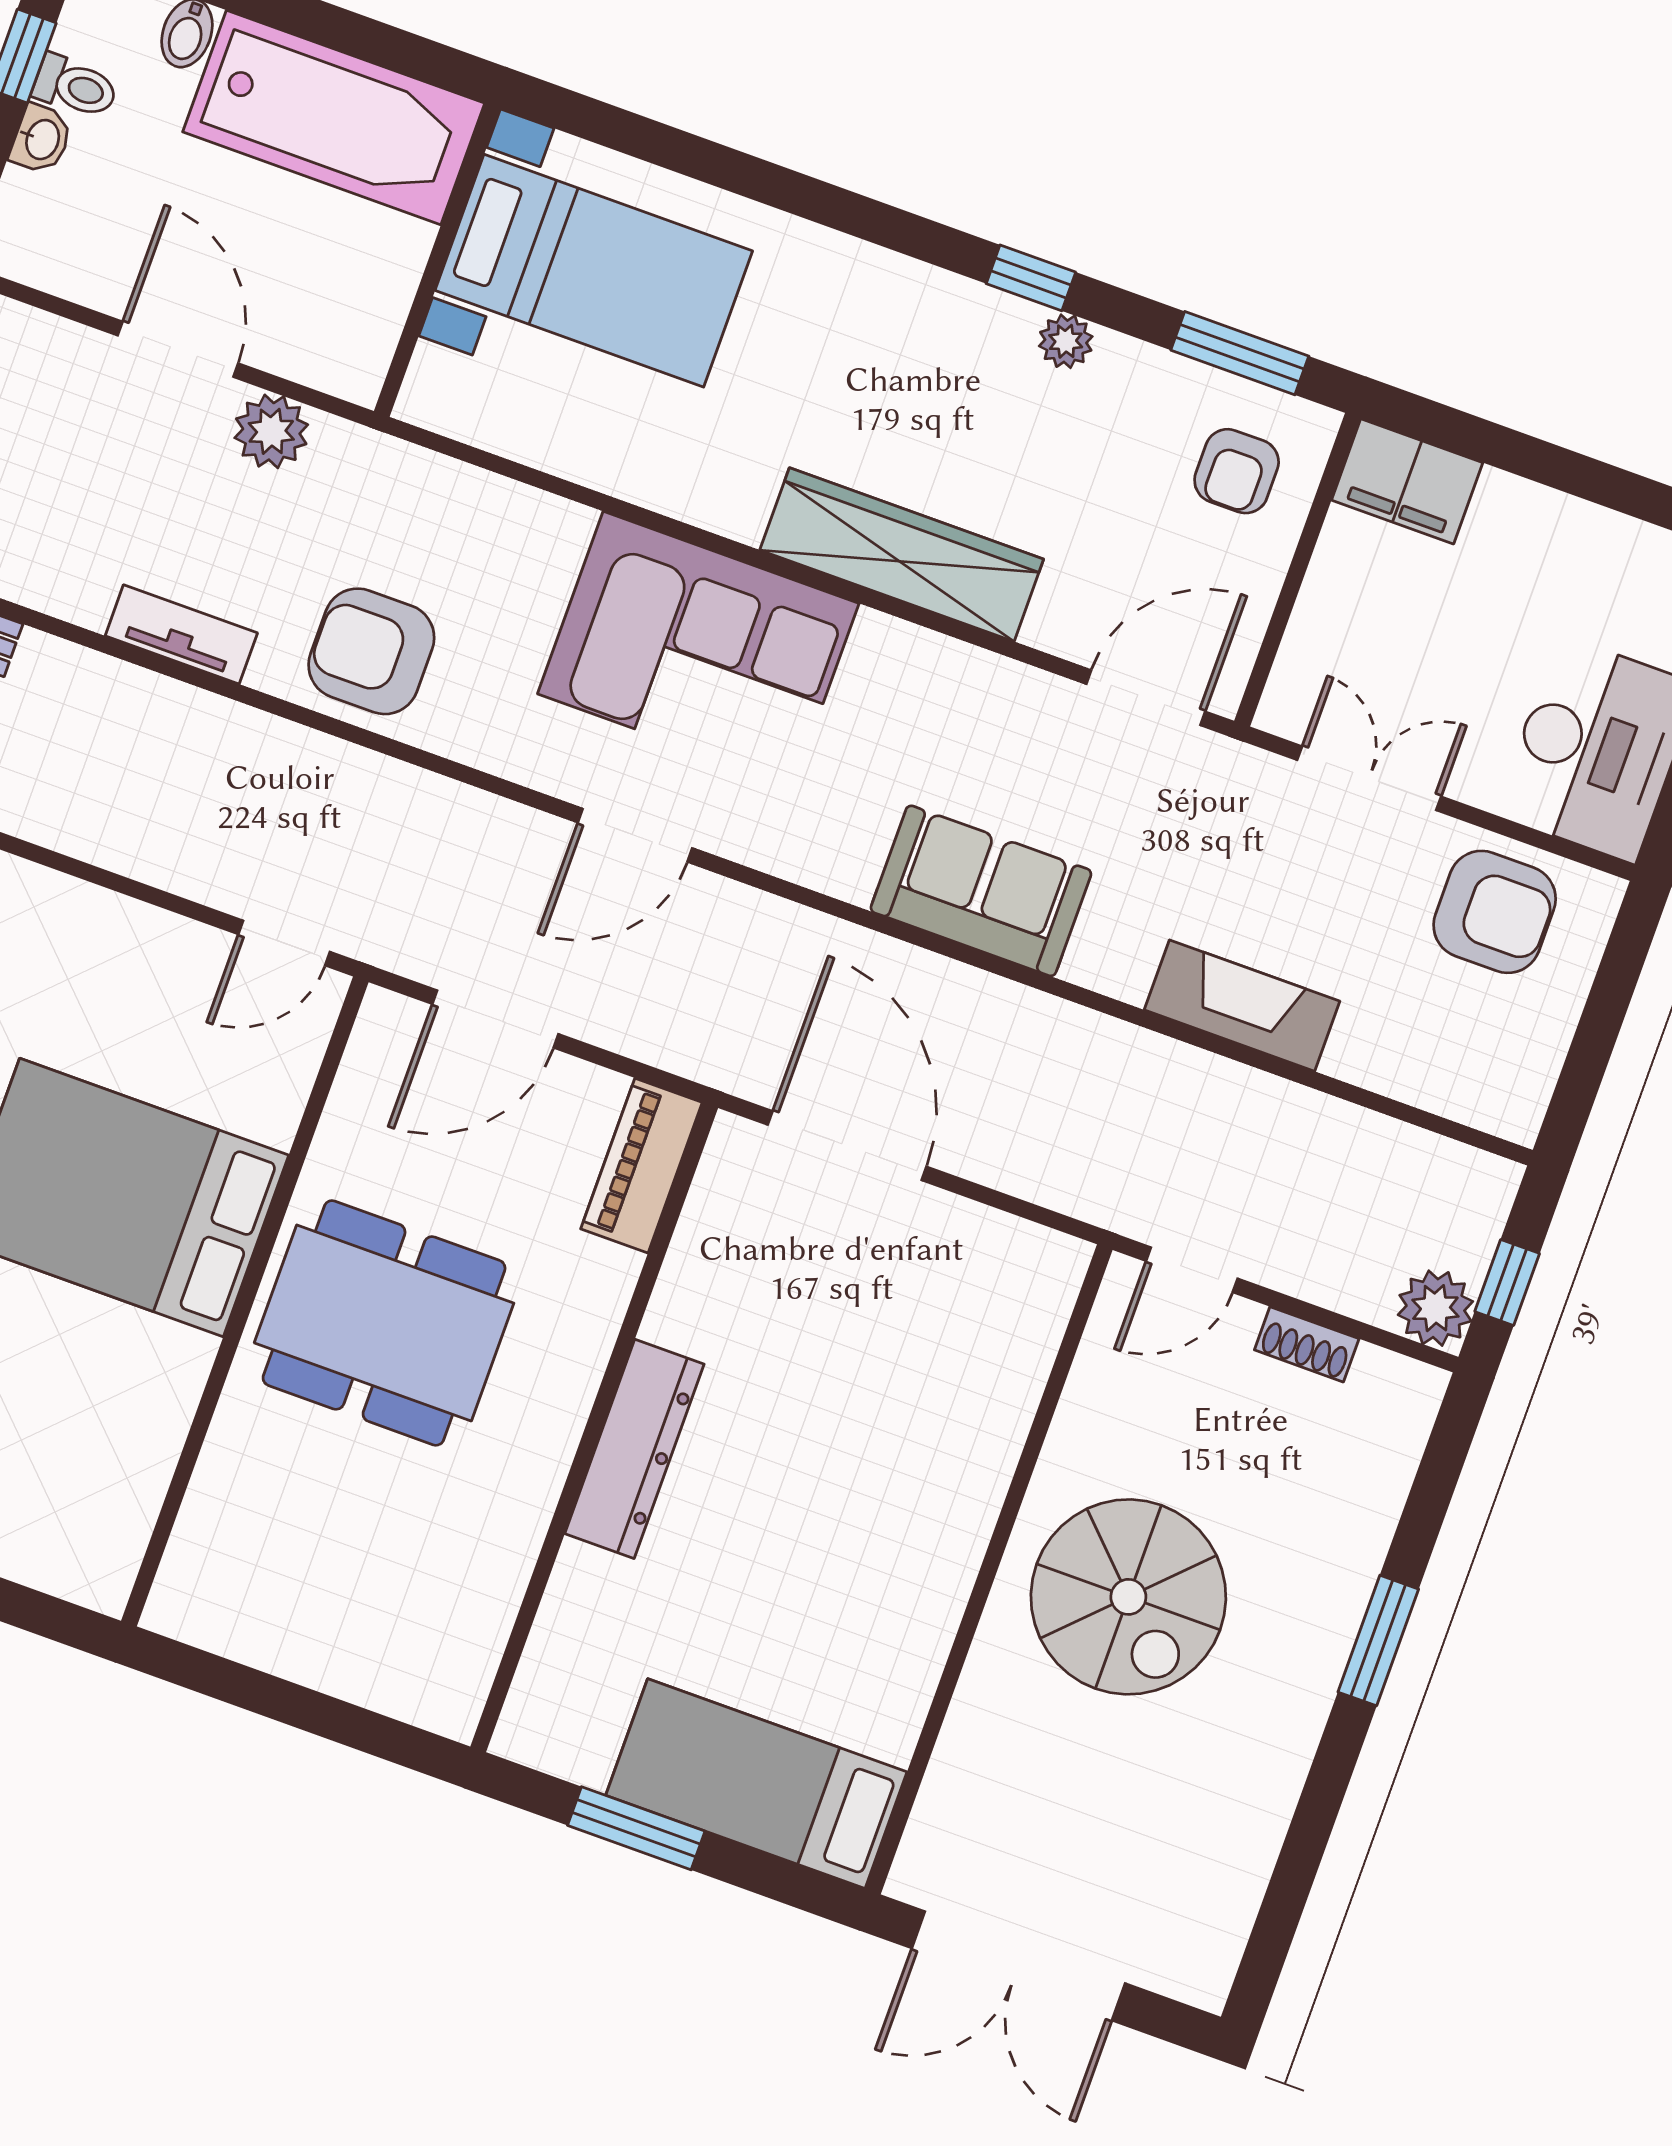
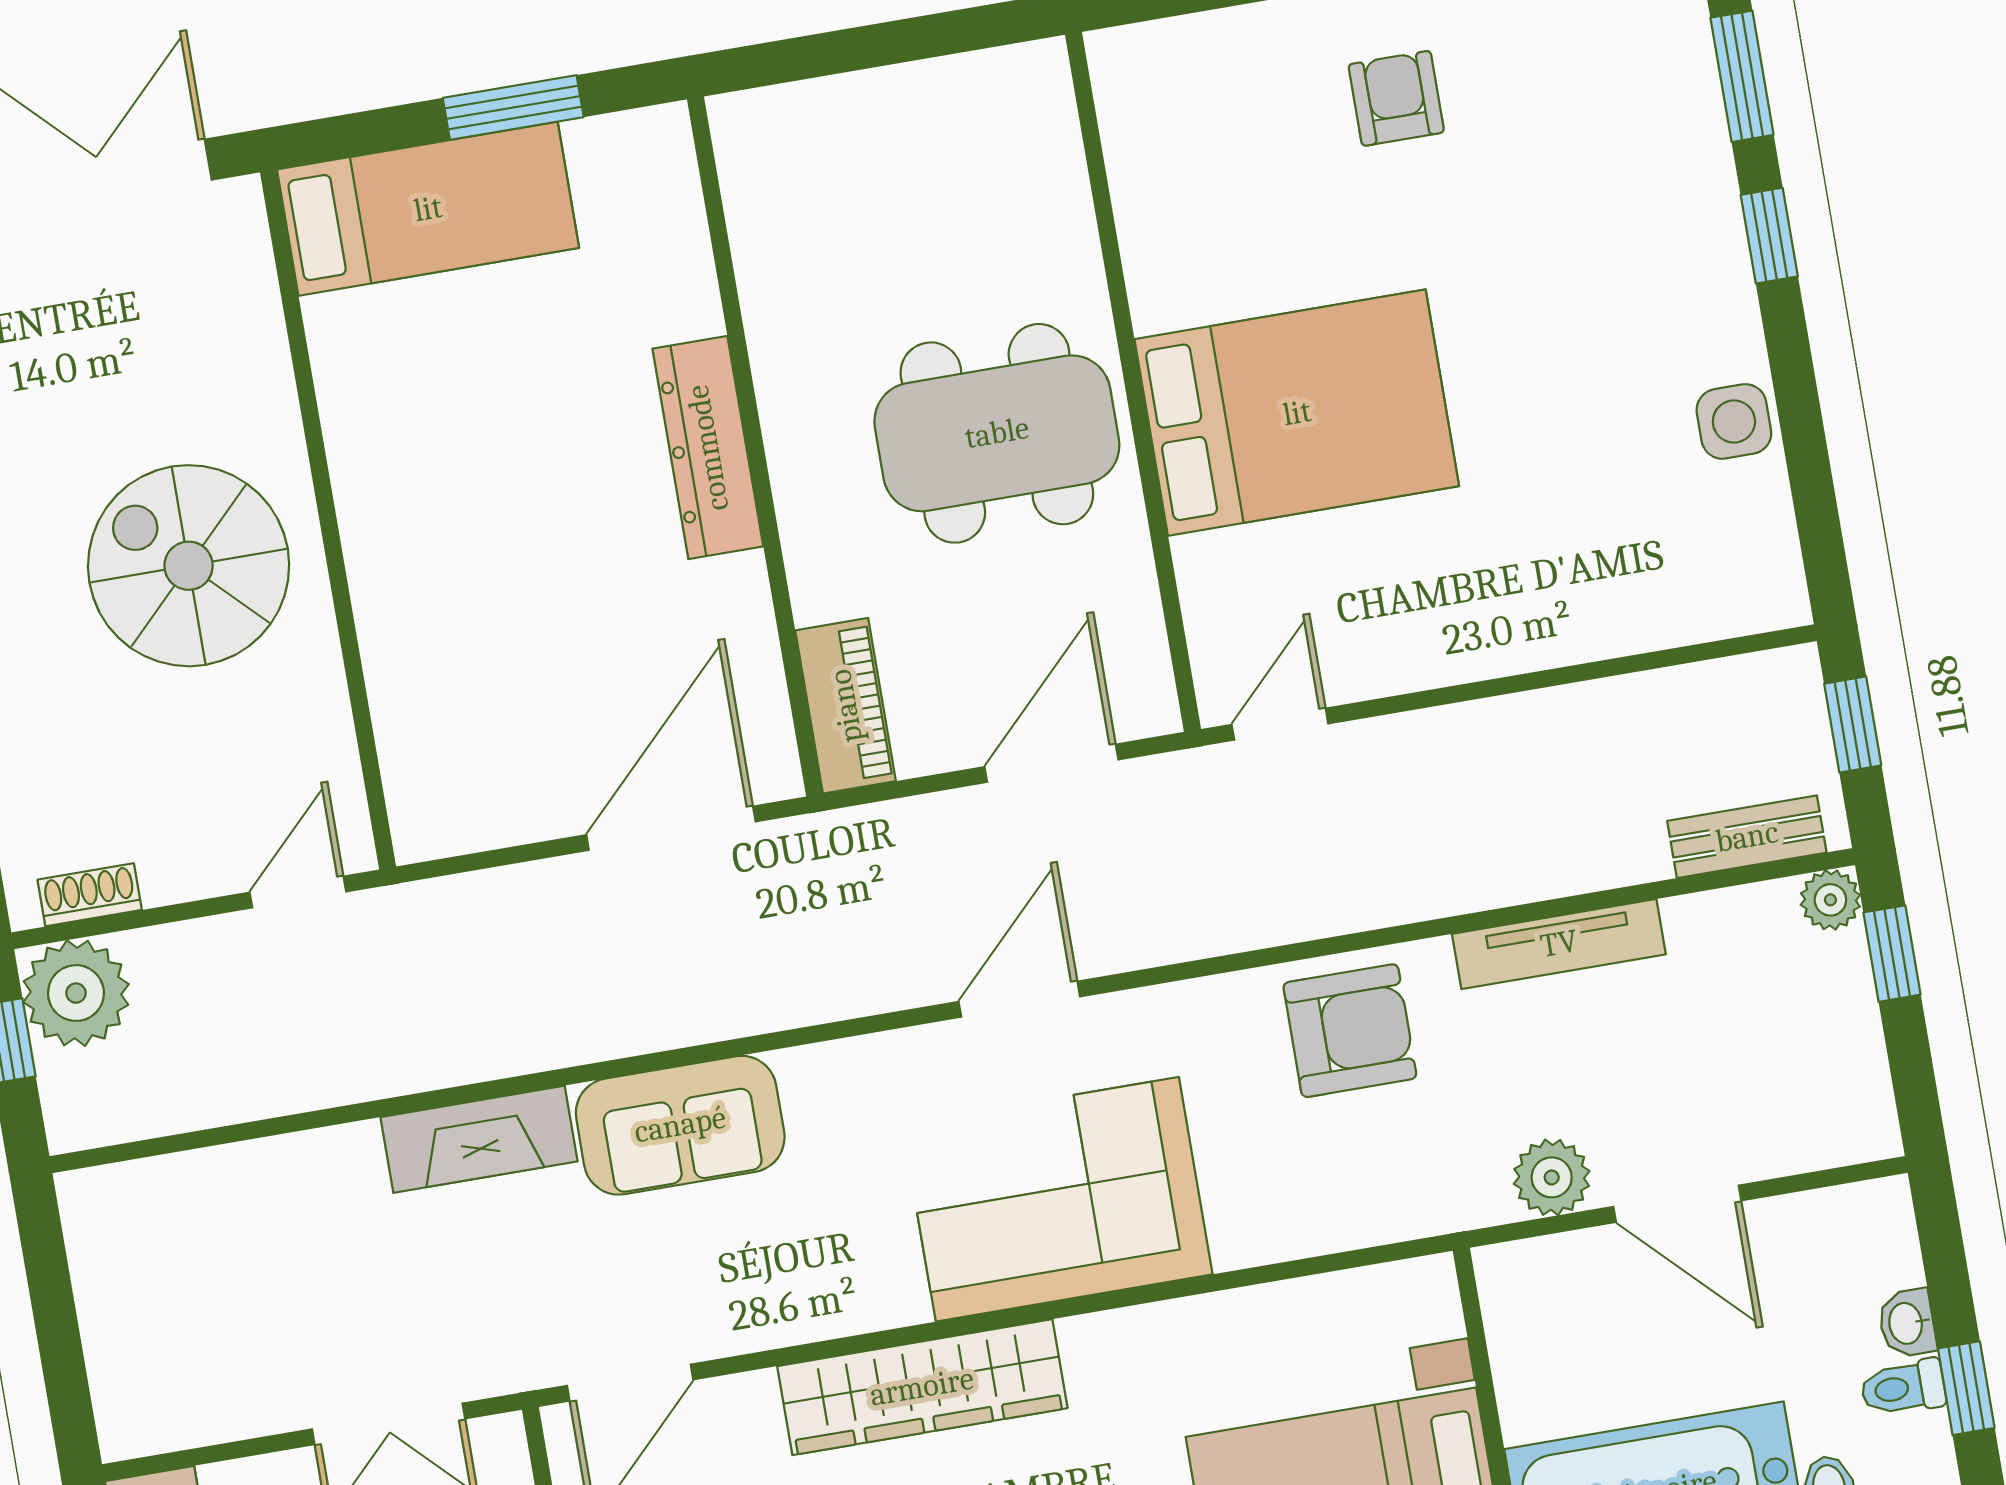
tv unit: (181, 634) -> (1559, 944), width x1.41
armchair: (1495, 912) -> (208, 1368), removed
fireplace: (1242, 1006) -> (479, 1139), moved
door: (847, 1146) -> (671, 828), swing flipped
plant: (1435, 1308) -> (76, 993), width x1.36, depth x1.36
shoe rack: (1307, 1344) -> (90, 895), moved

